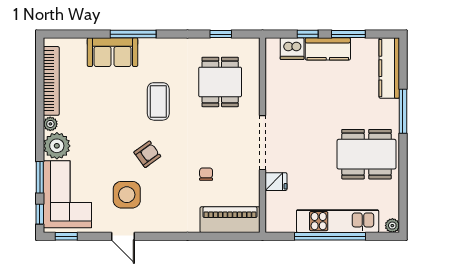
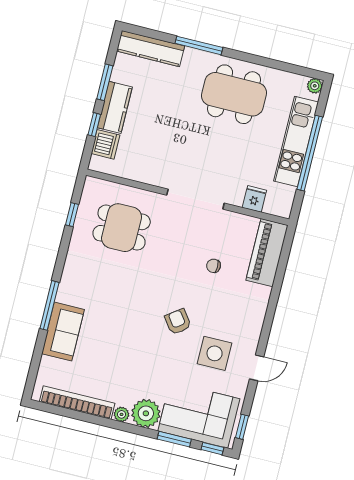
coffee table: (158, 101) -> (126, 297), removed
dining table: (367, 154) -> (234, 94), turned 90
fridge: (276, 182) -> (254, 199), moved

